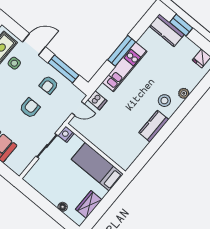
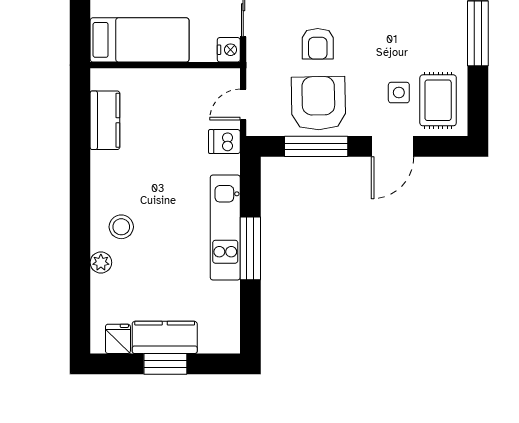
window: (181, 25) -> (165, 364), moved
kitchen counter: (167, 30) -> (165, 337), moved
armchair: (49, 85) -> (318, 103), width x1.88, depth x1.88
kitchen counter: (154, 126) -> (105, 120), moved

